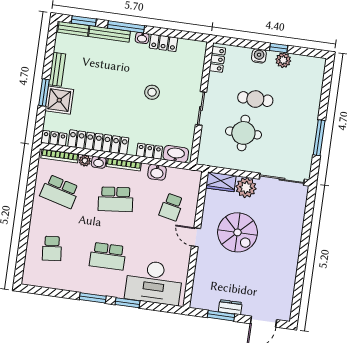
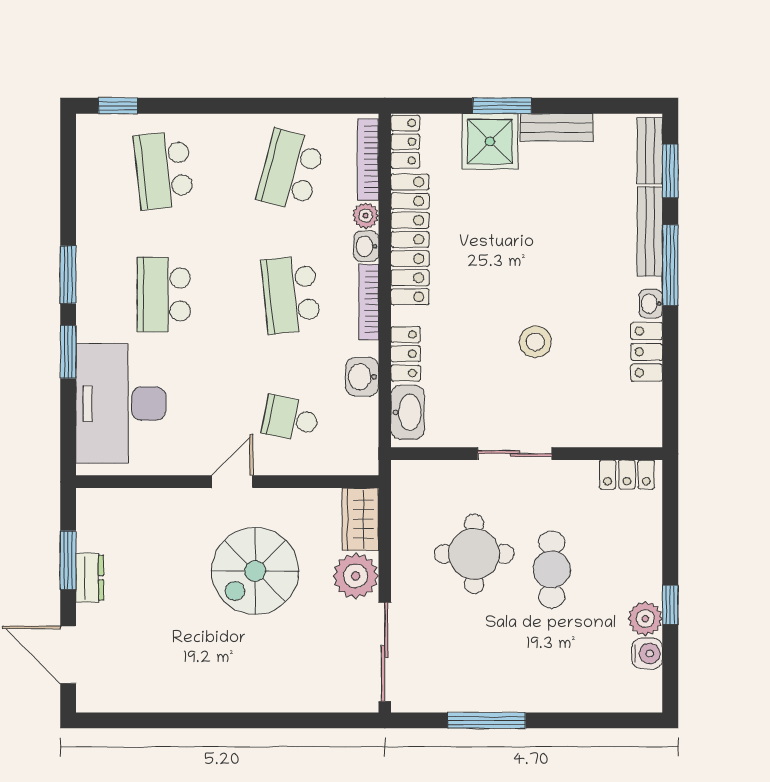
water cooler: (259, 56) -> (647, 653), moved
school desk: (52, 248) -> (164, 170), width x1.85
window: (20, 265) -> (118, 106), added

